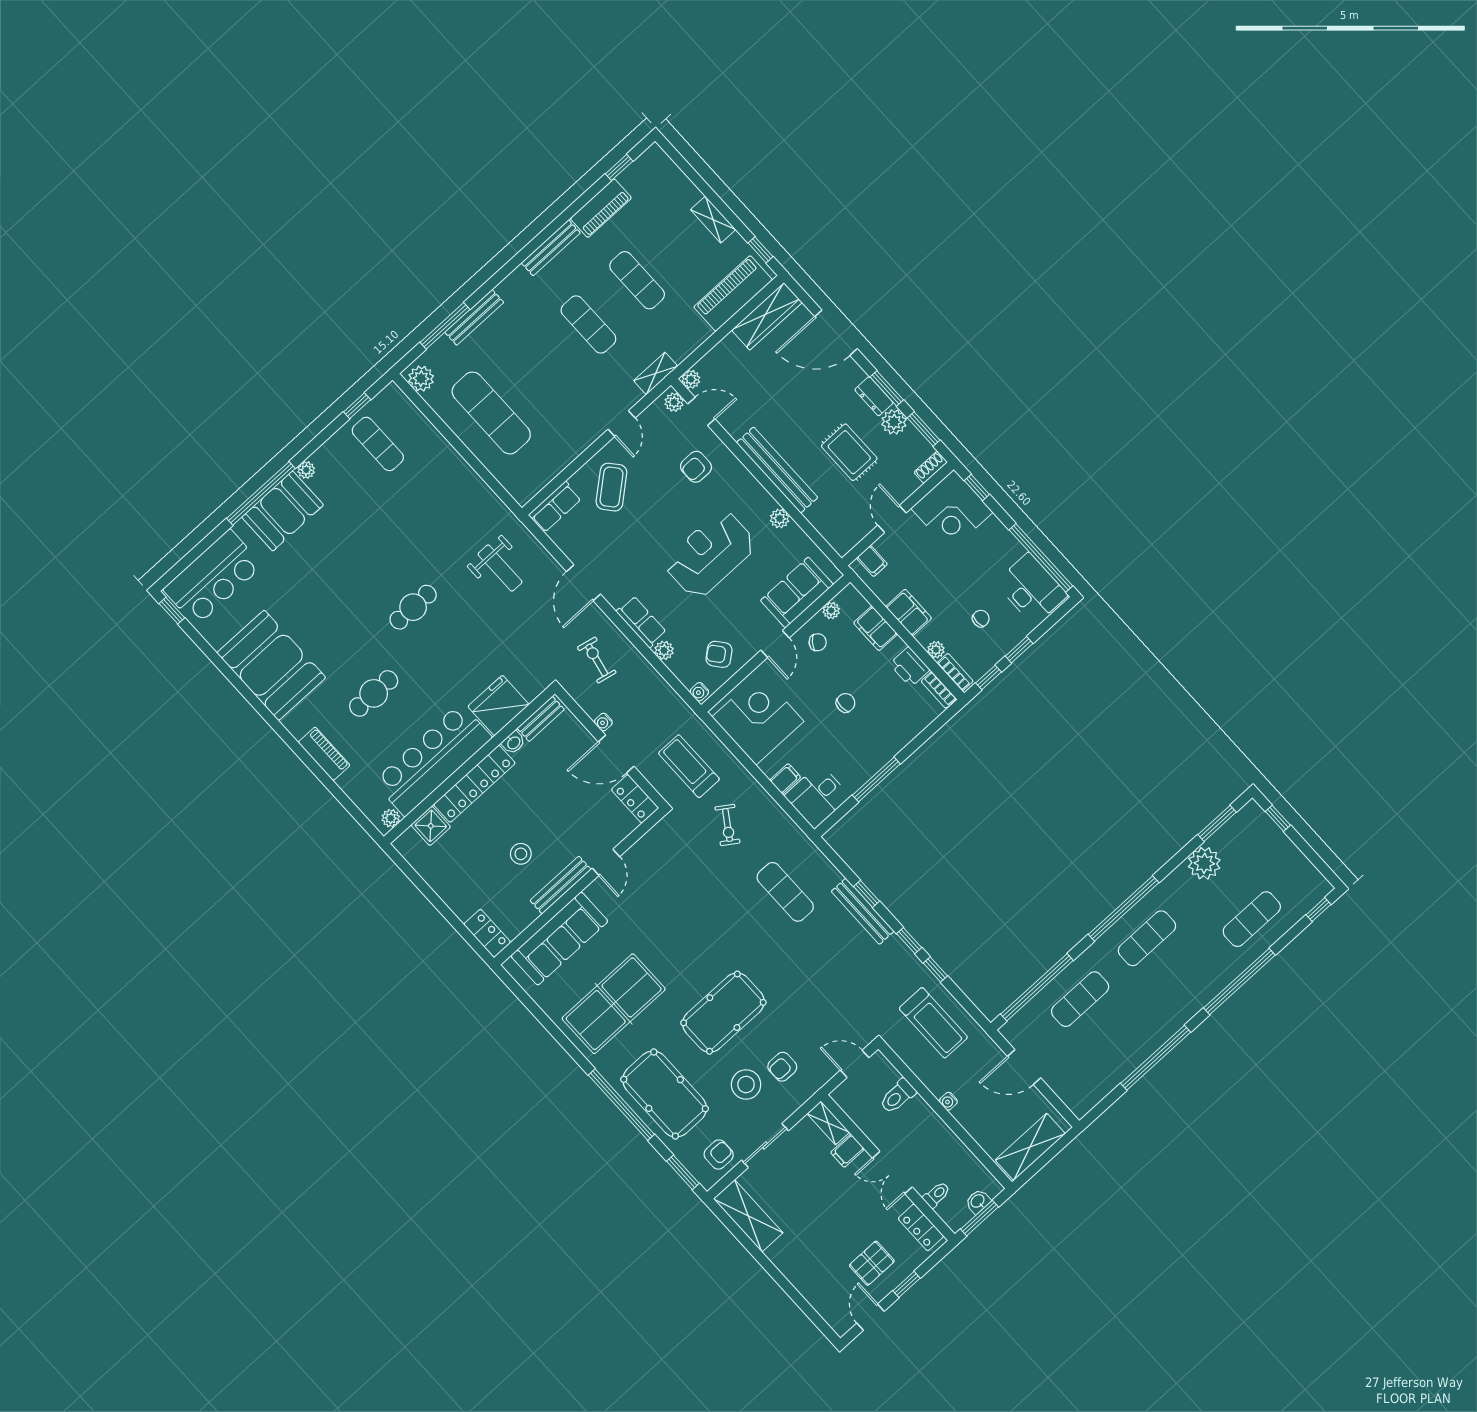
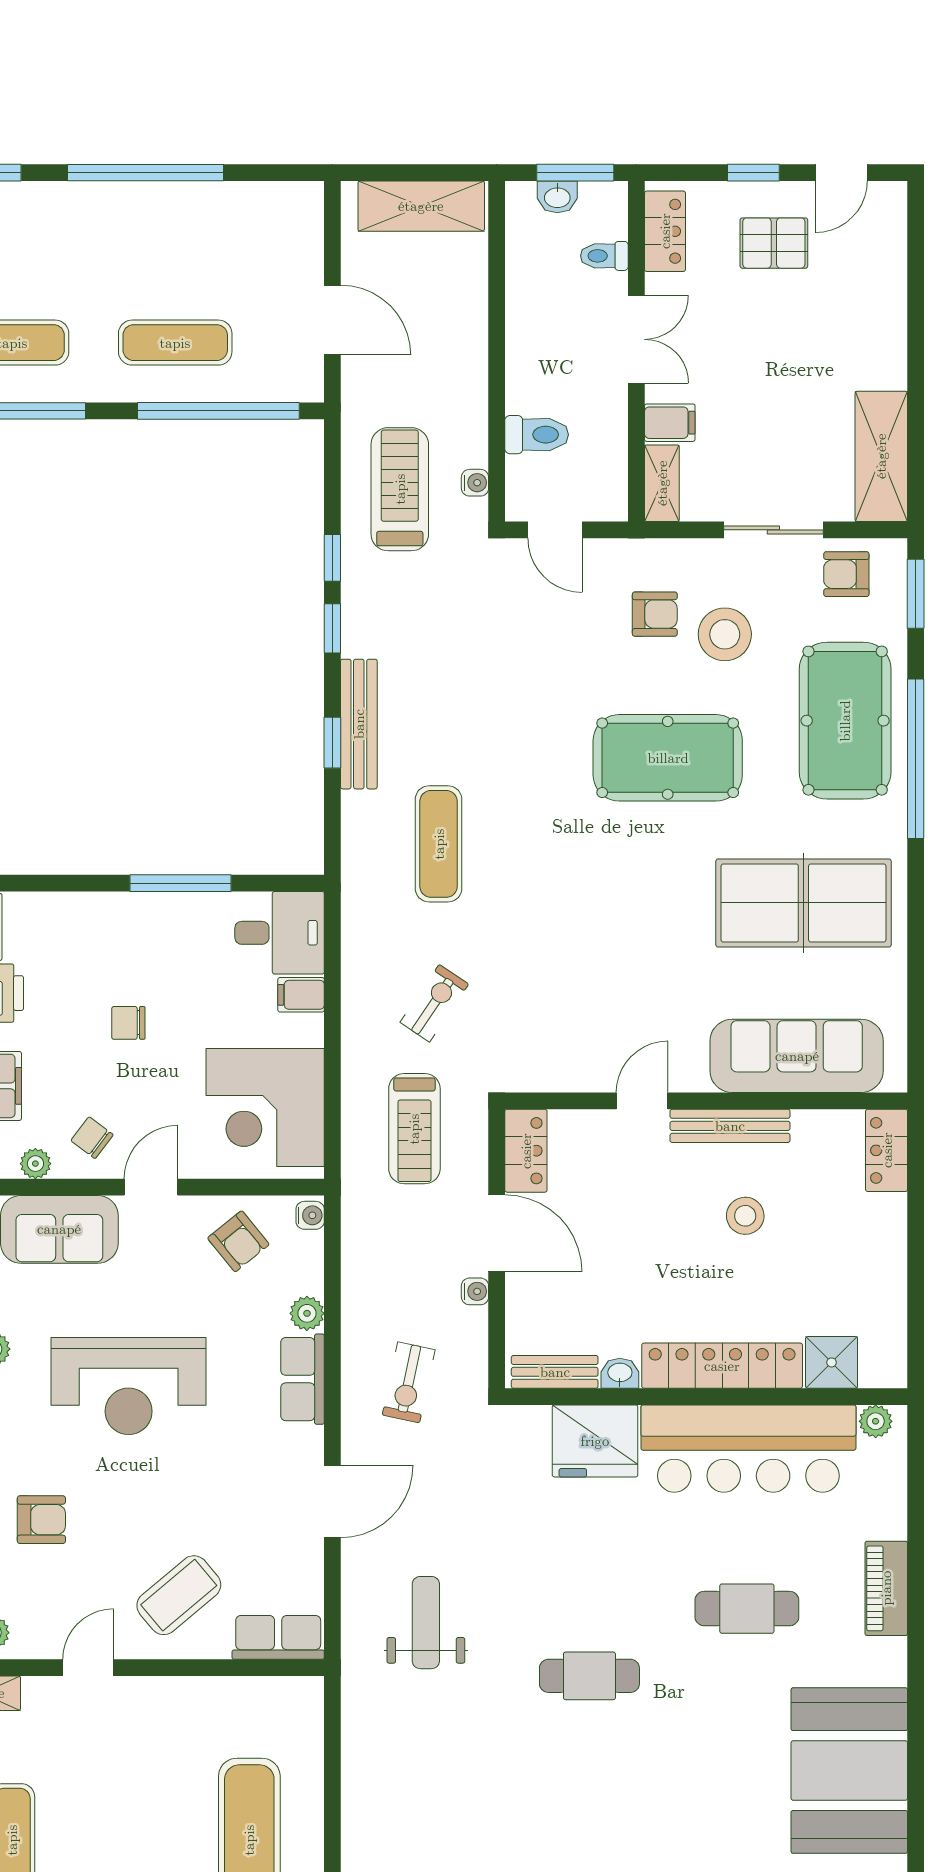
water cooler: (948, 1101) -> (475, 483), moved

